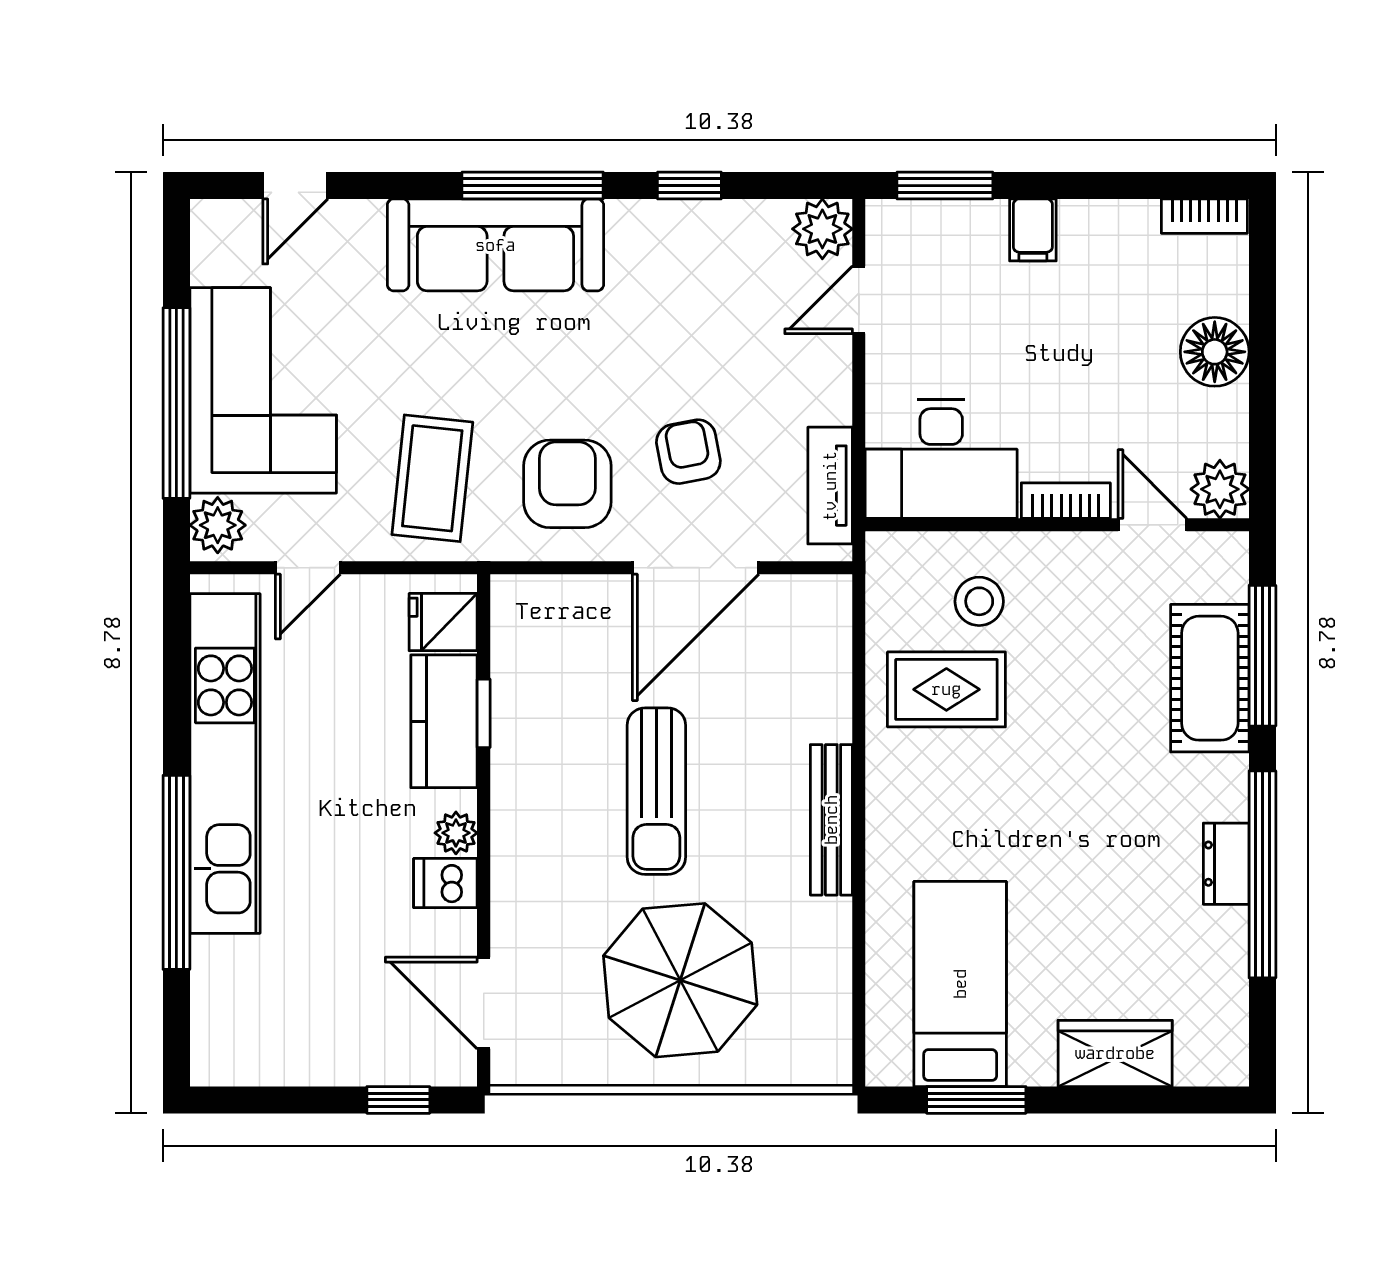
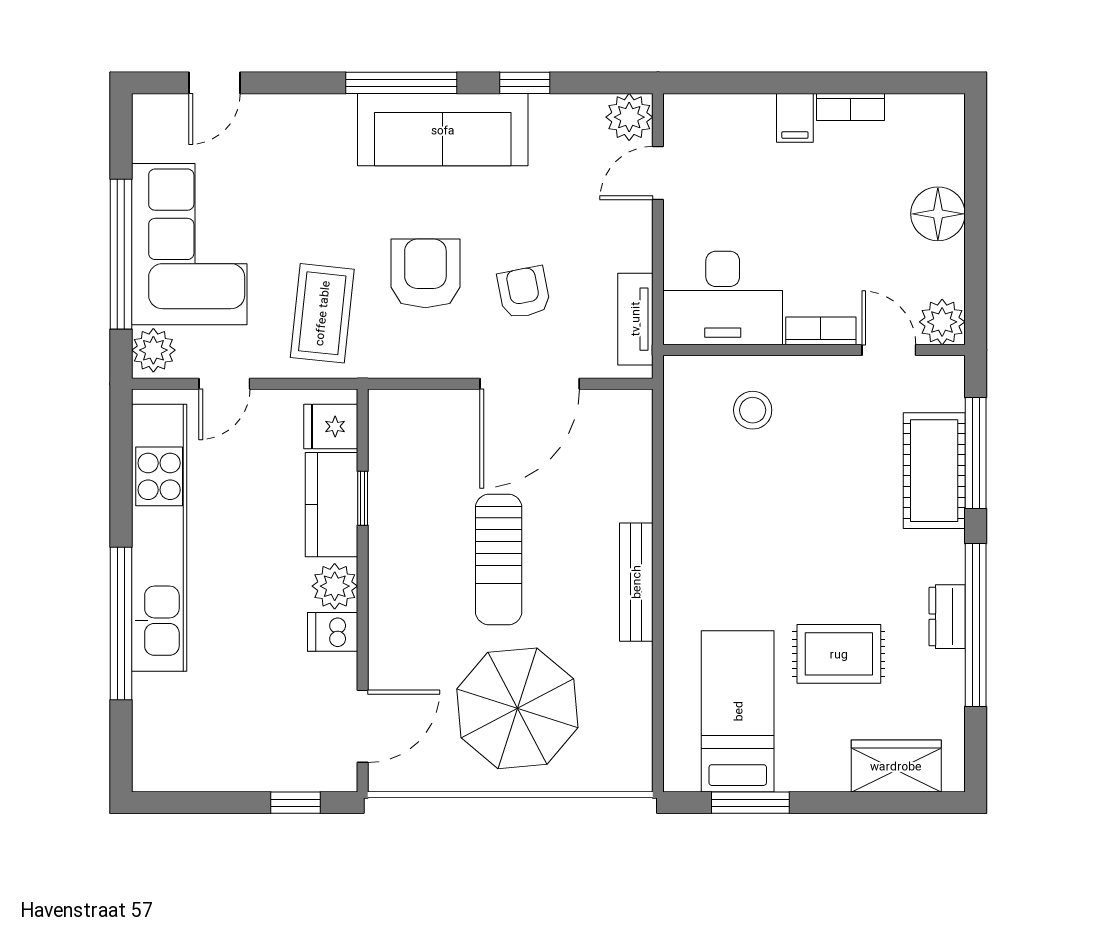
window: (945, 186) -> (726, 83), removed
bookcase: (1204, 216) -> (850, 107), moved
sofa: (495, 245) -> (443, 130), moved
armchair: (567, 484) -> (425, 273), moved
rug: (946, 689) -> (839, 654), moved
plant: (456, 833) -> (335, 586), width x1.38, depth x1.38
door: (484, 1003) -> (363, 726), swing flipped
wardrobe: (1115, 1053) -> (896, 766), moved

